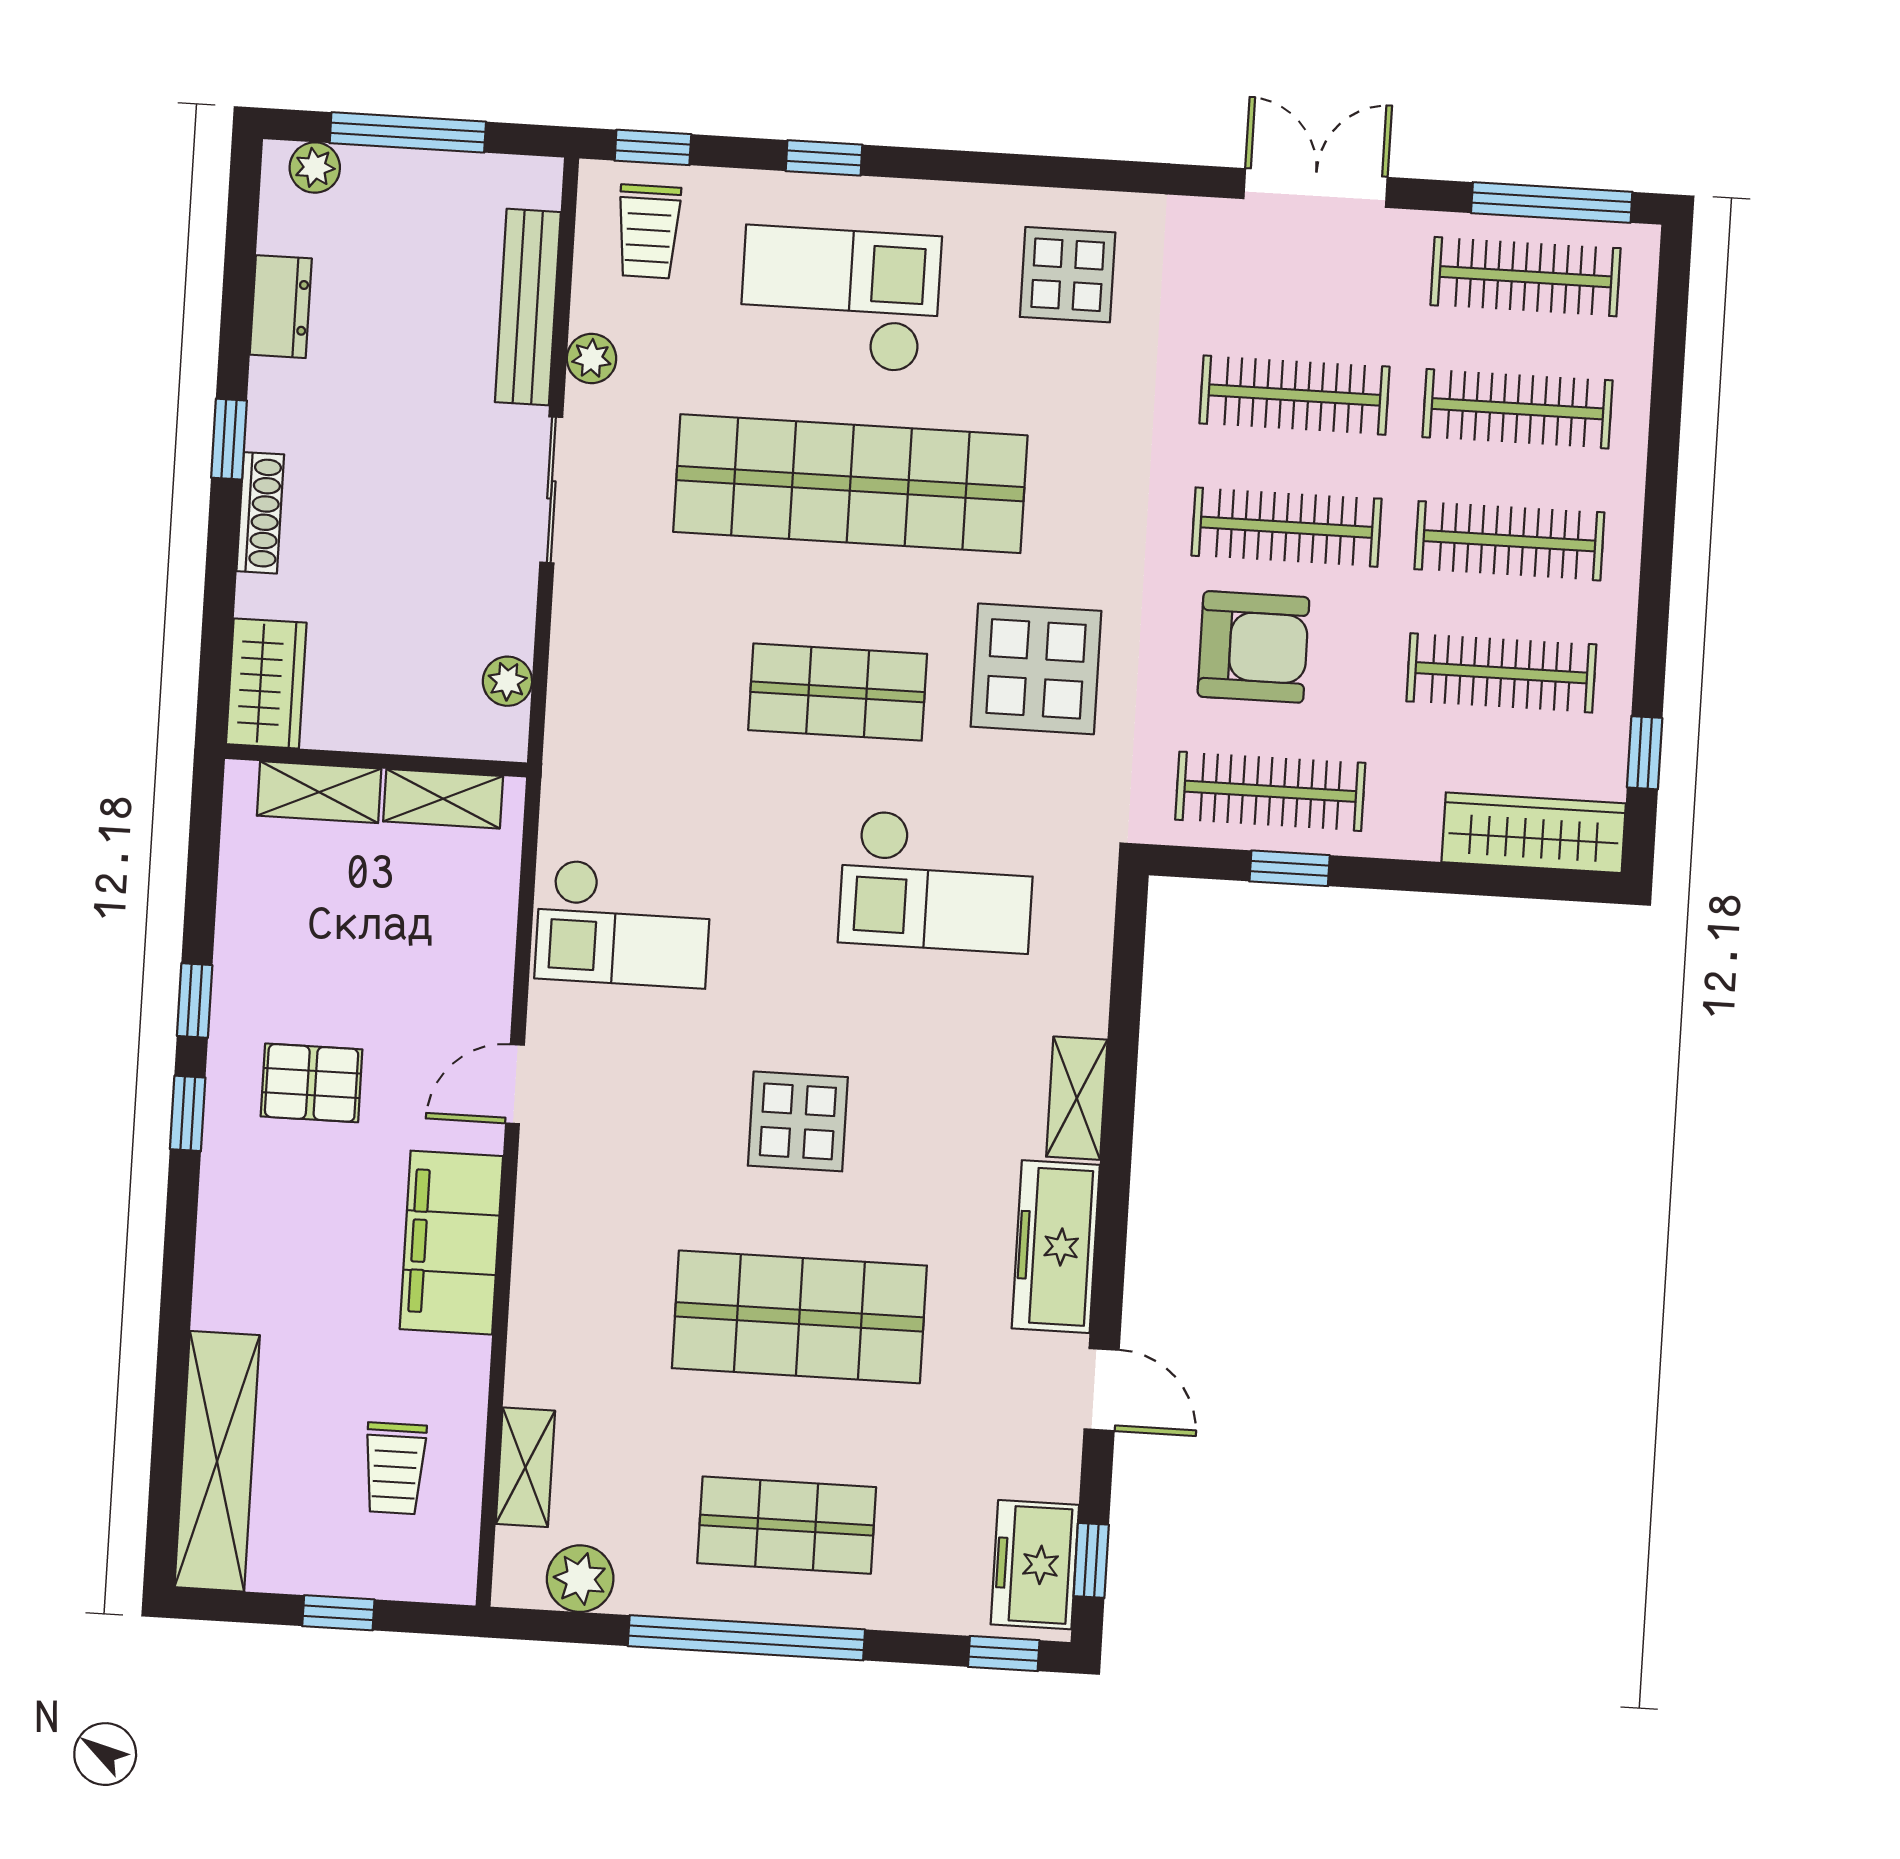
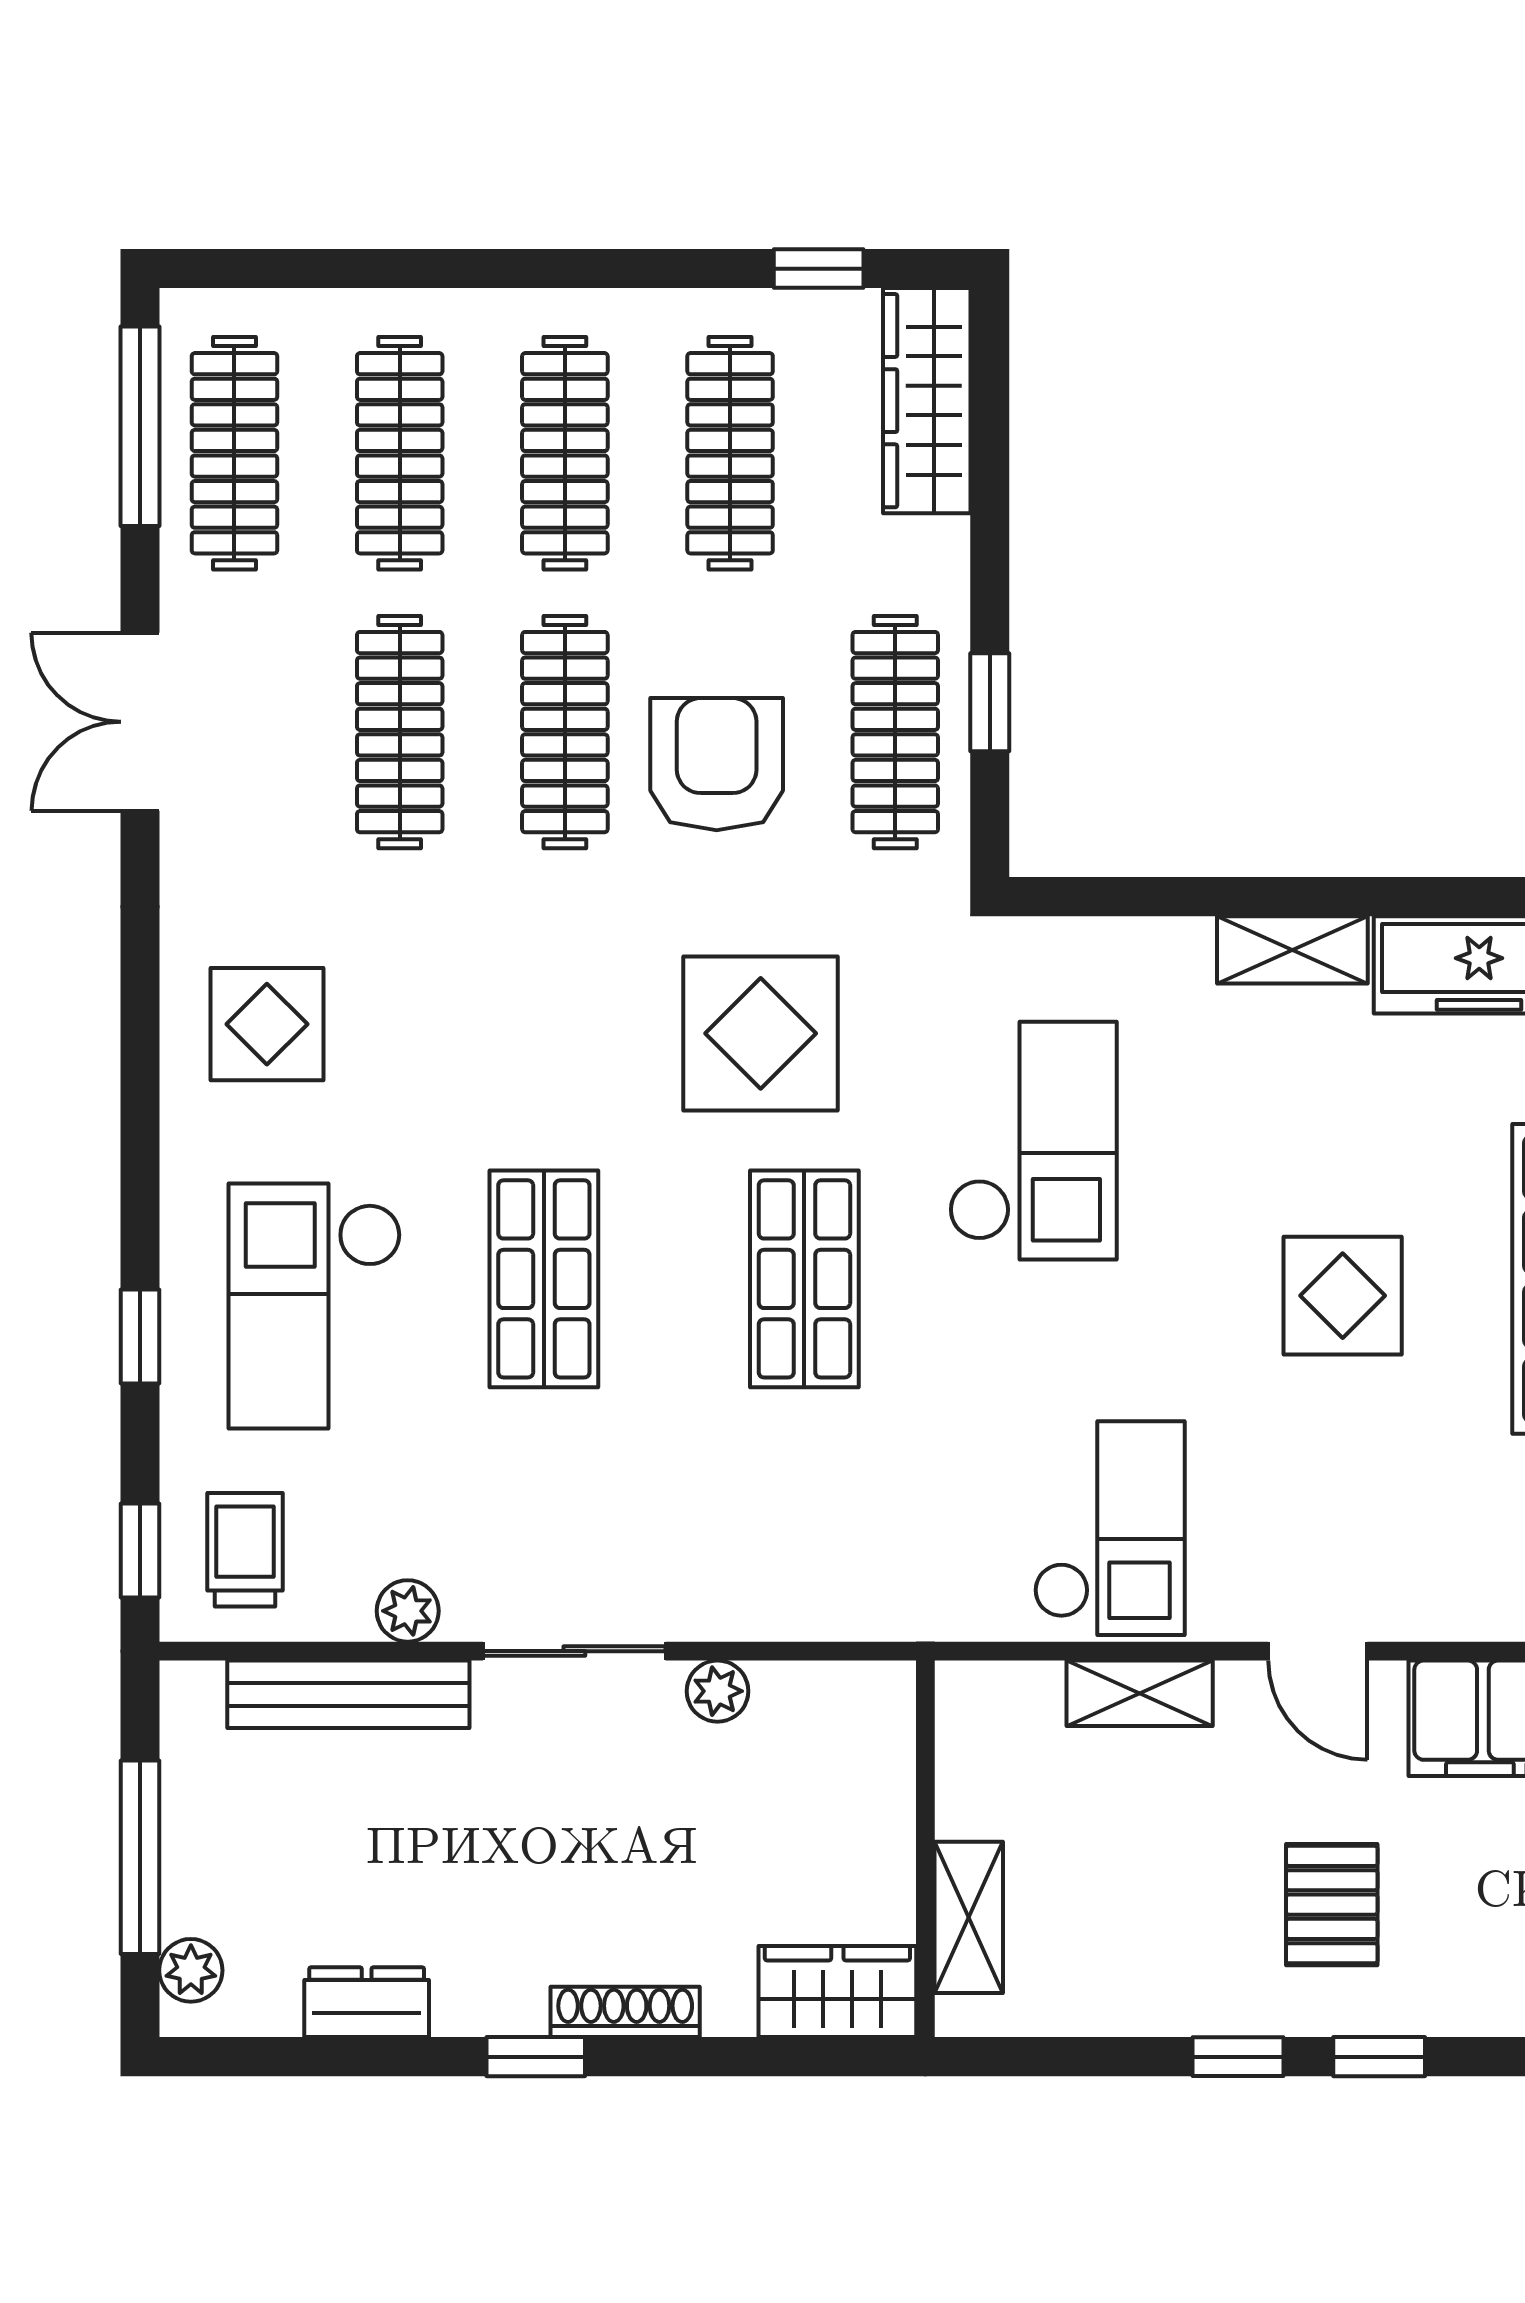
trolley: (648, 231) -> (245, 1550), turned -90
shop shelf: (850, 484) -> (544, 1279), width x0.50, depth x0.74
plant: (507, 681) -> (717, 1691), moved
shelving: (443, 799) -> (1140, 1693), moved, turned 90

